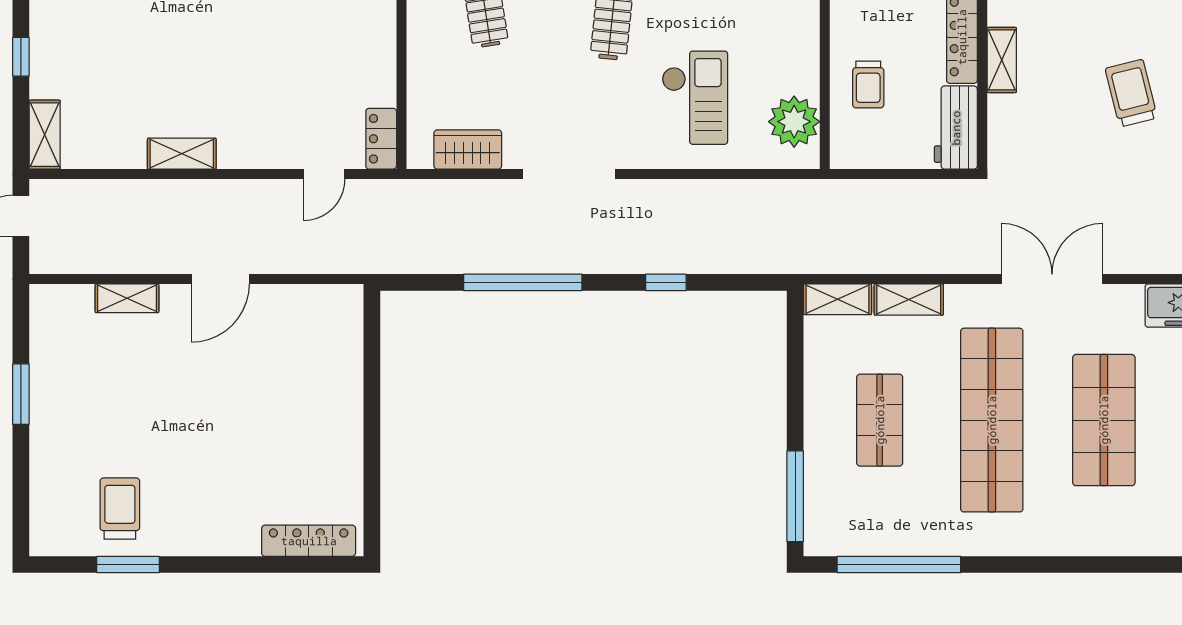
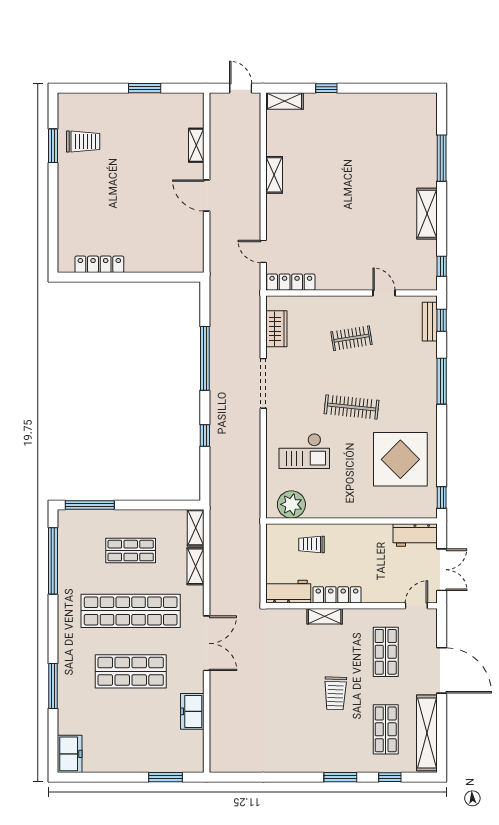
trolley: (1131, 93) -> (335, 693), moved, turned 106
locker: (381, 139) -> (291, 282), width x1.53
locker: (309, 541) -> (99, 264), moved, turned -90
window: (1131, 564) -> (53, 686), added

